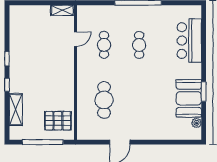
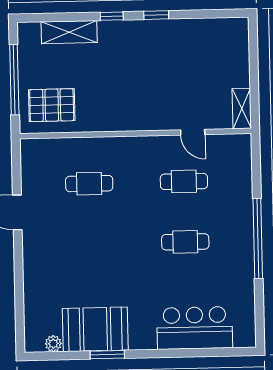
cafe table: (104, 100) -> (89, 184), width x0.73, depth x0.74
pallet: (58, 121) -> (52, 105), turned 90

